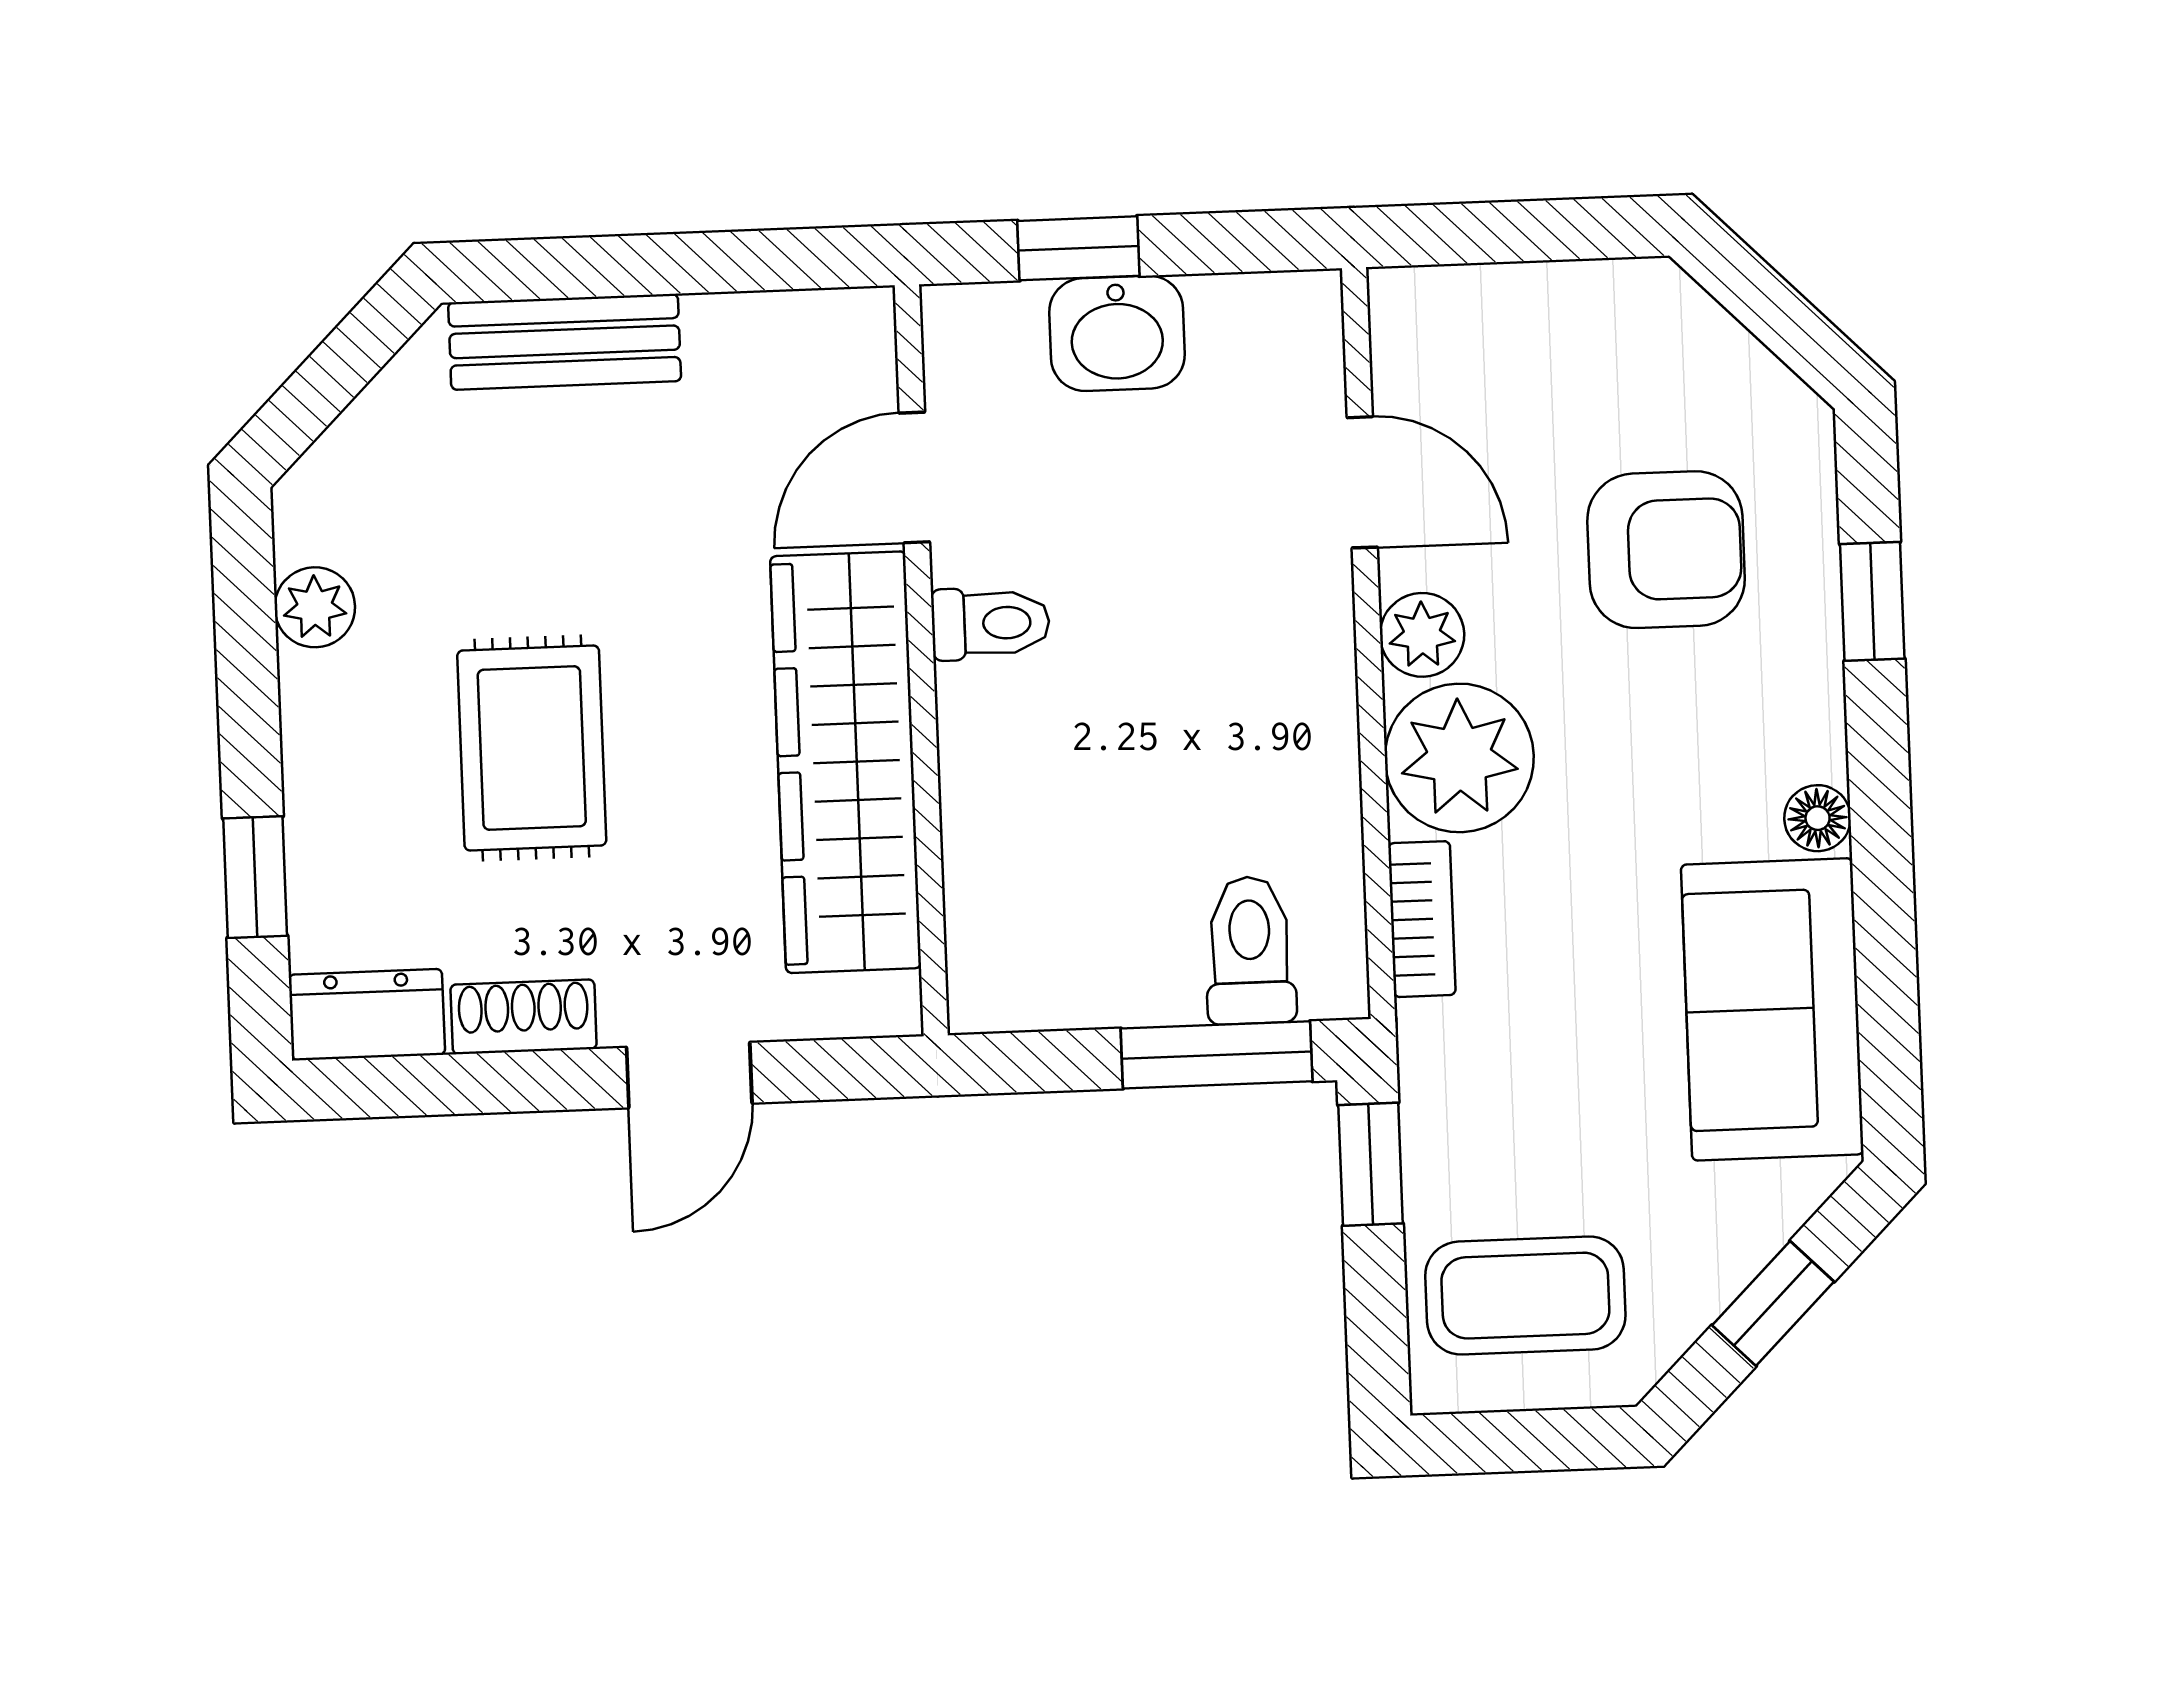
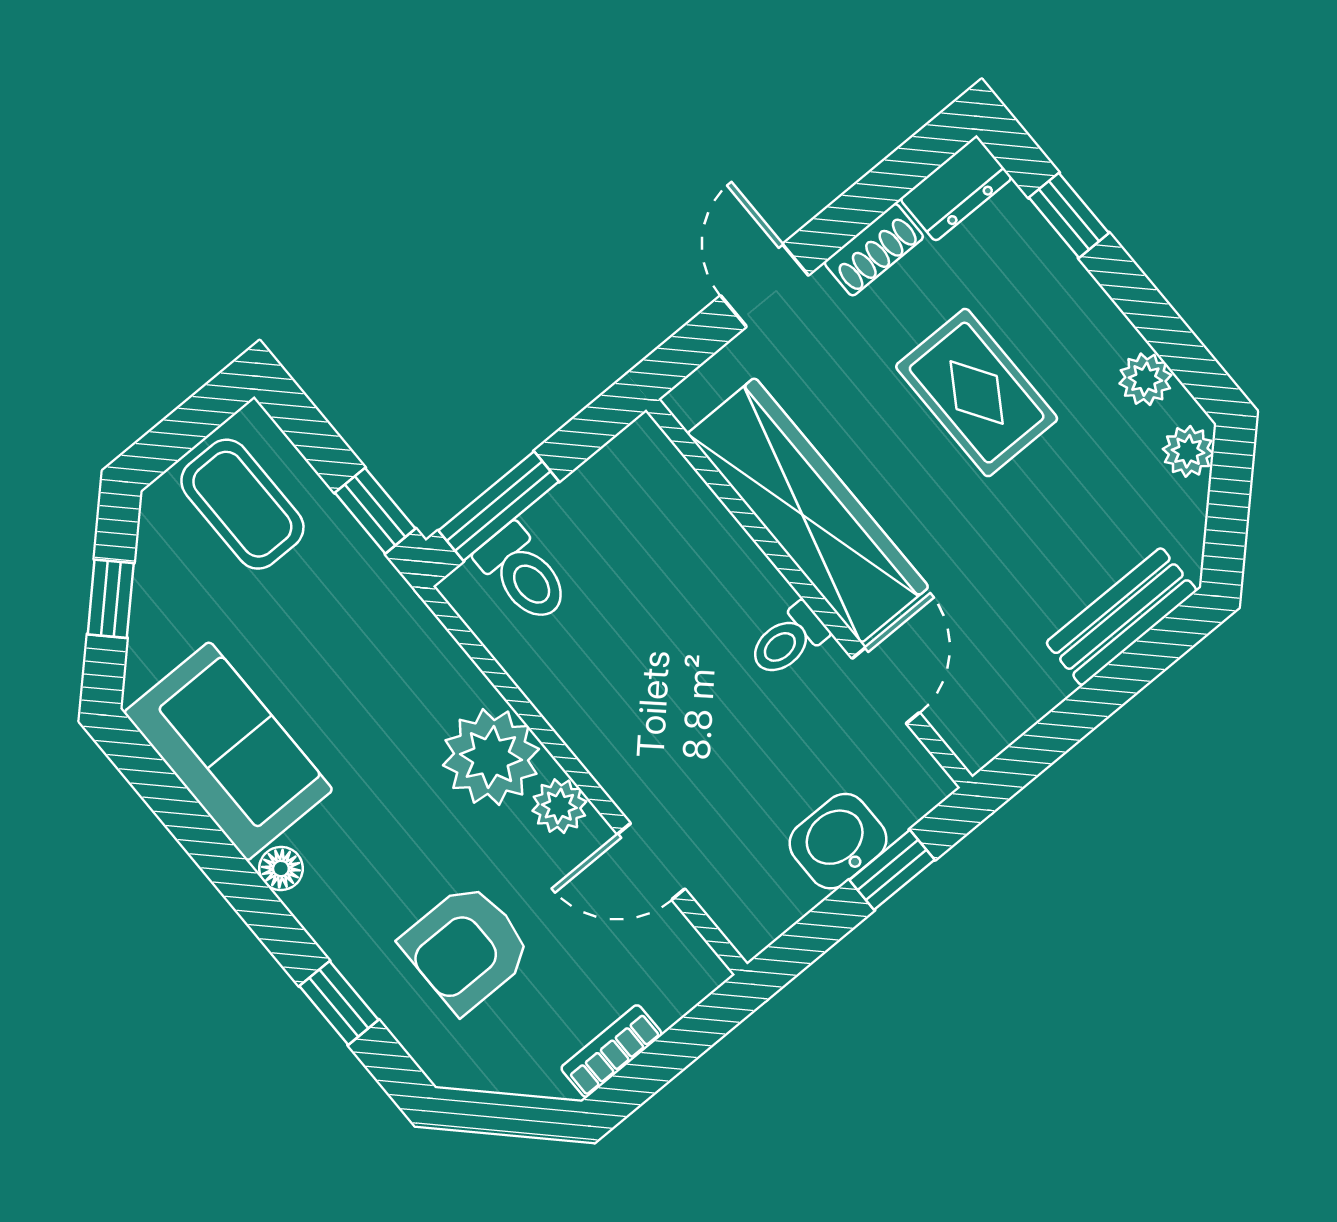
plant: (330, 480) -> (1188, 451), added
bookcase: (1422, 919) -> (611, 1051), moved, turned 90
coffee table: (1525, 1296) -> (242, 504), turned 90

